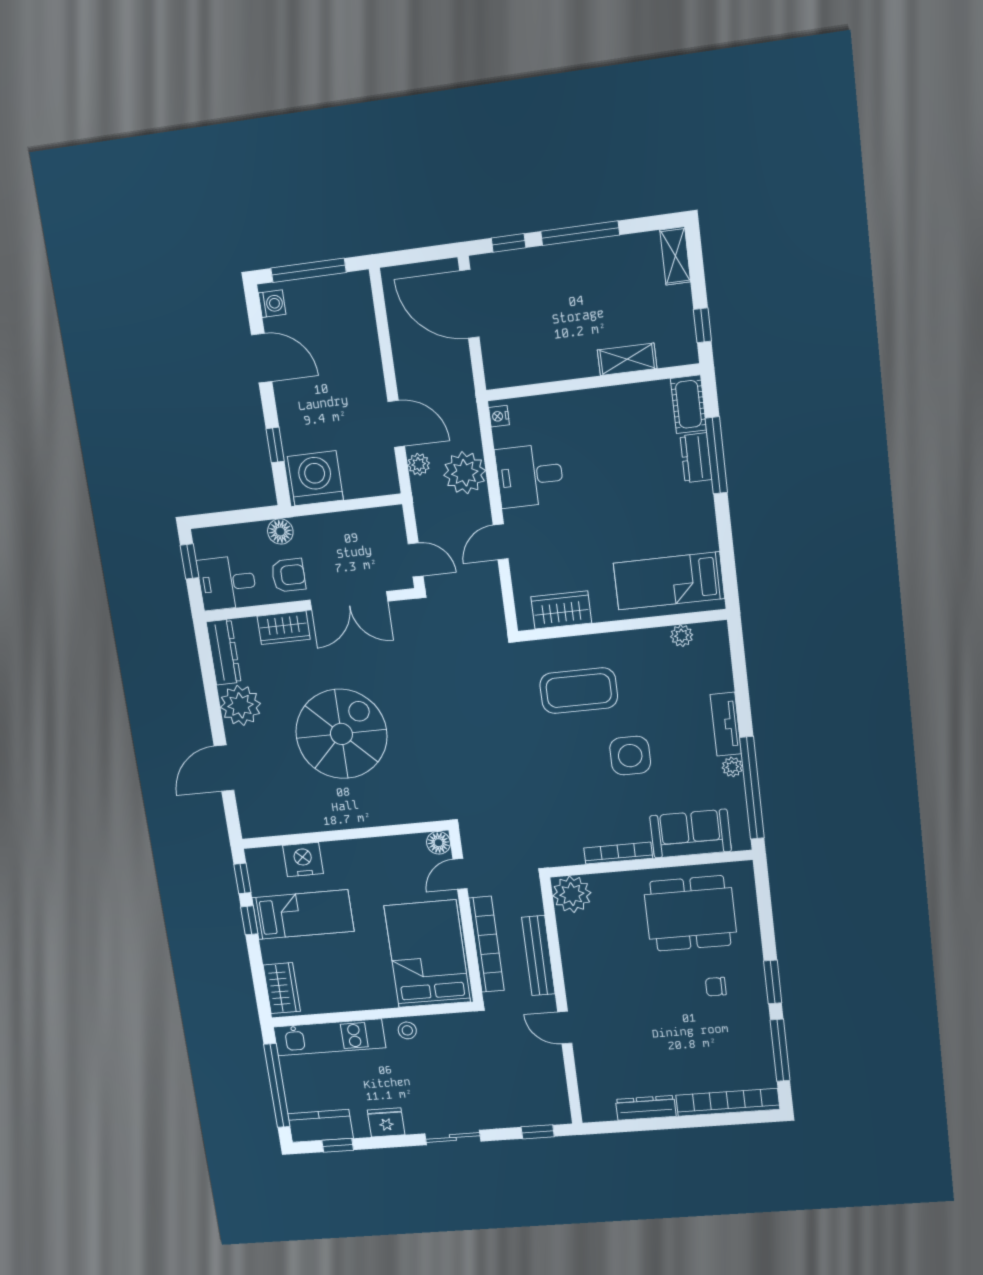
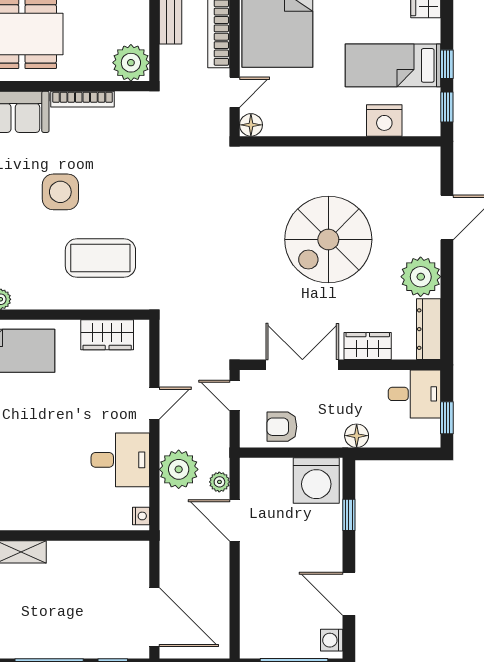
armchair: (288, 575) -> (282, 427), moved

